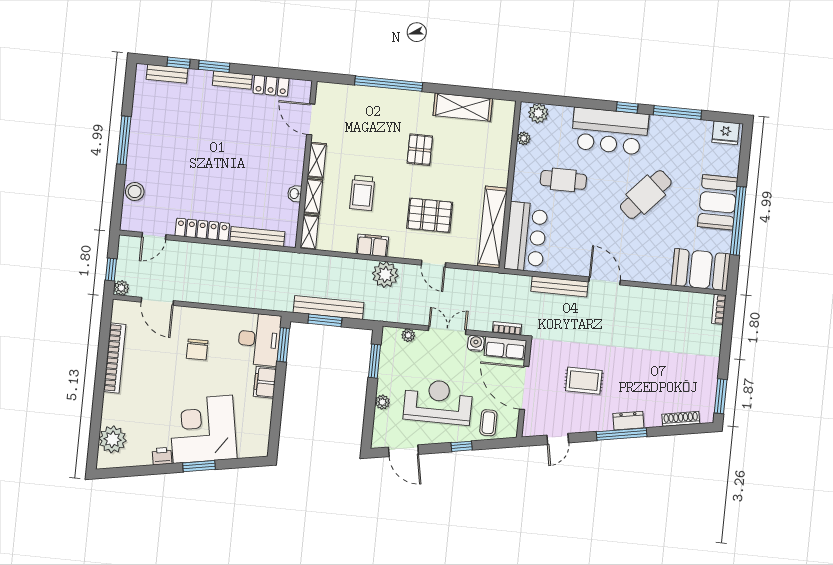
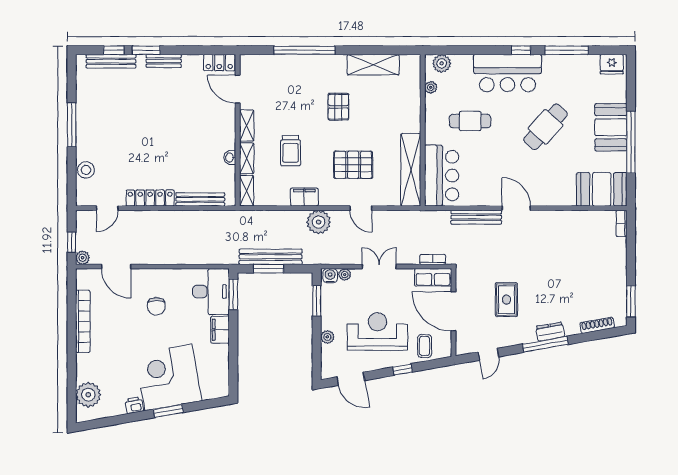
bench: (167, 74) -> (111, 61), width x1.36
locker: (271, 86) -> (219, 63), moved
water cooler: (476, 343) -> (330, 276), moved
rug: (584, 381) -> (506, 300), turned 90

